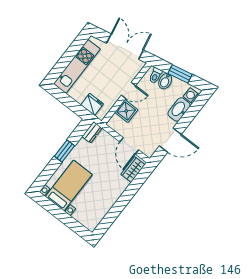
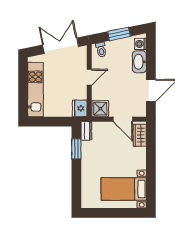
bidet: (165, 81) -> (112, 48), removed
fridge: (92, 104) -> (80, 108), moved, turned -90
shower: (126, 111) -> (100, 109), moved
window: (64, 151) -> (76, 149), moved
bed with nightstands: (69, 185) -> (124, 189), moved, turned -90

